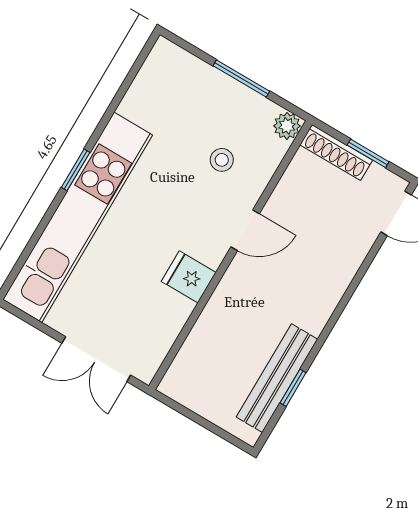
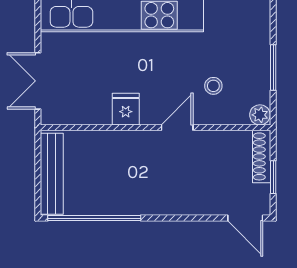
door: (245, 230) -> (177, 128), swing flipped
bench: (277, 378) -> (52, 174), moved, turned 90
window: (293, 388) -> (94, 218), width x3.17

